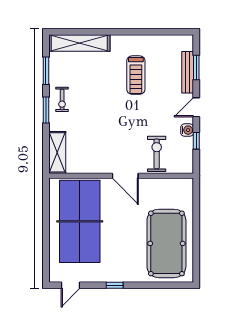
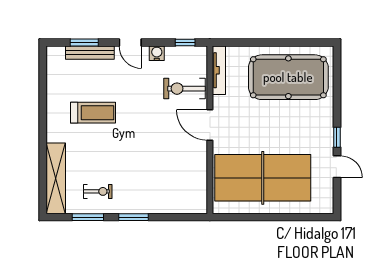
exercise bike: (62, 99) -> (98, 191), moved
window: (196, 141) -> (185, 43), moved
shelving: (57, 152) -> (183, 204), removed
door: (125, 176) -> (210, 125), swing flipped
tv unit: (172, 184) -> (219, 70), added
door: (70, 285) -> (337, 167), moved

